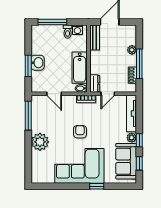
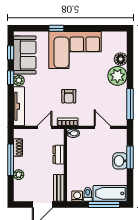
bathtub: (80, 68) -> (110, 193), moved, turned -90
dresser: (95, 84) -> (59, 155), moved
armchair: (80, 132) -> (69, 96), moved
floor lamp: (37, 157) -> (121, 59), added

